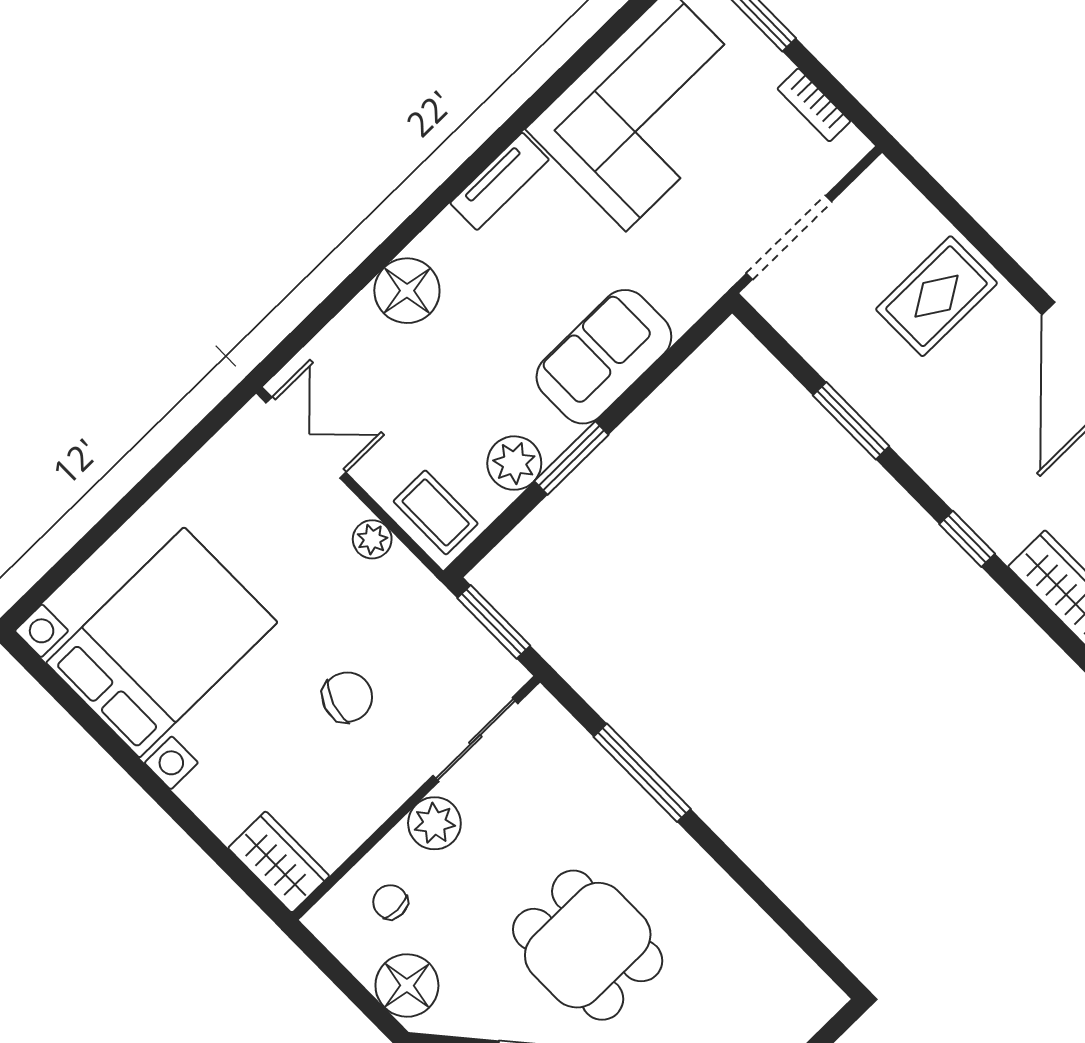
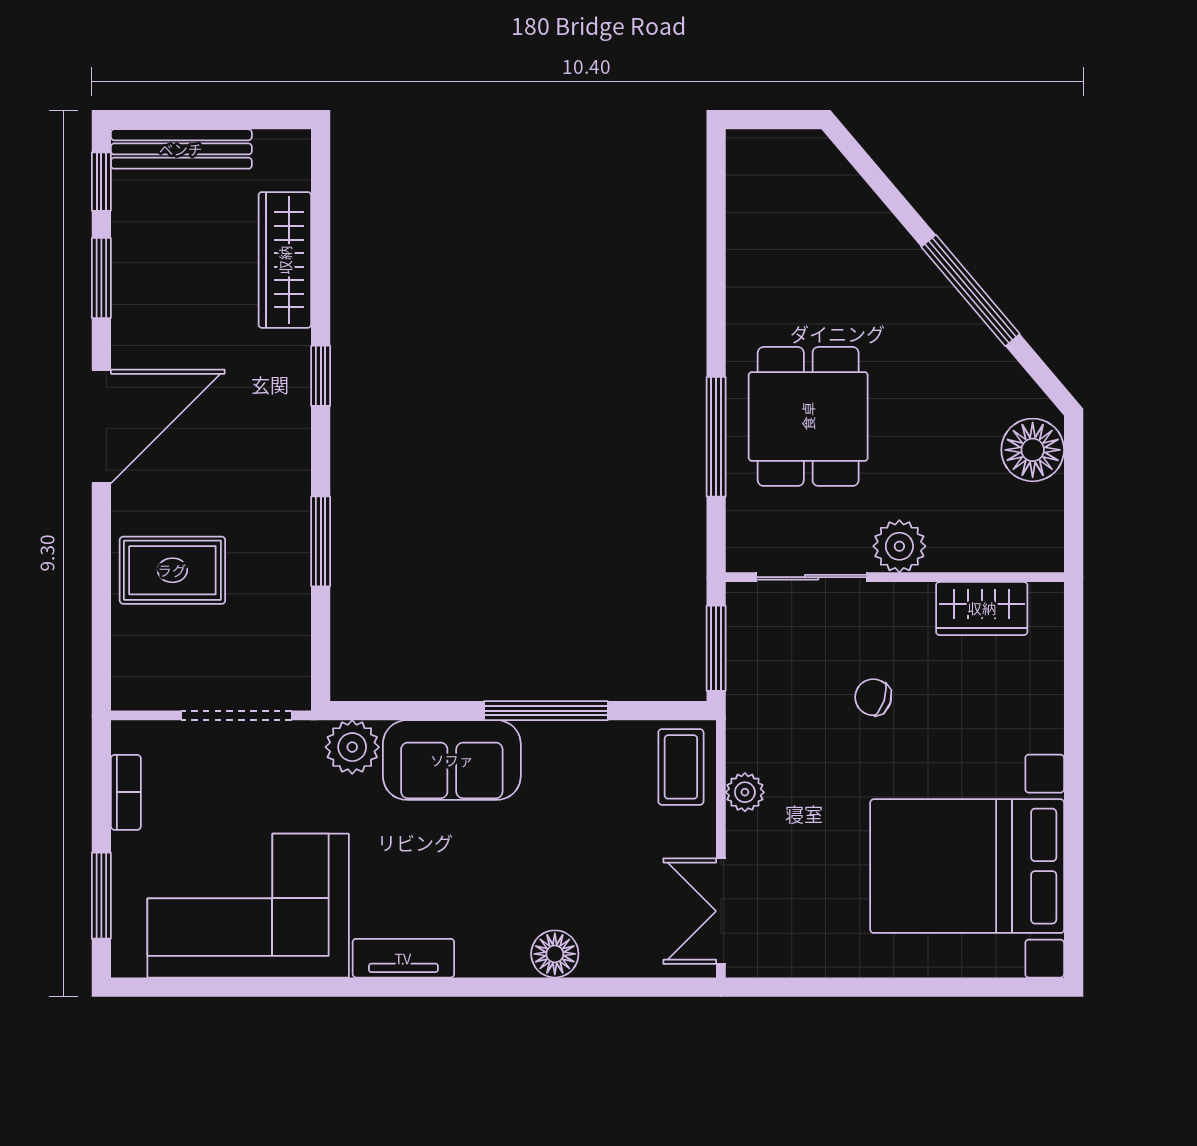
floor lamp: (407, 291) -> (555, 954), width x0.73, depth x0.73
window: (571, 458) -> (546, 711), width x1.44
plant: (514, 463) -> (352, 747), moved
chair: (347, 697) -> (873, 697), width x0.73, depth x0.73
wardrobe: (279, 862) -> (982, 608), moved, turned -90
chair: (390, 902) -> (986, 521), removed
dining table: (588, 945) -> (808, 416), moved

